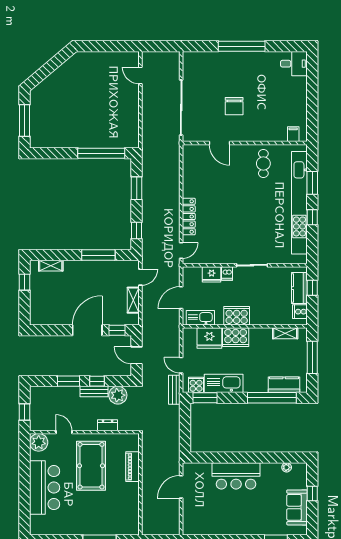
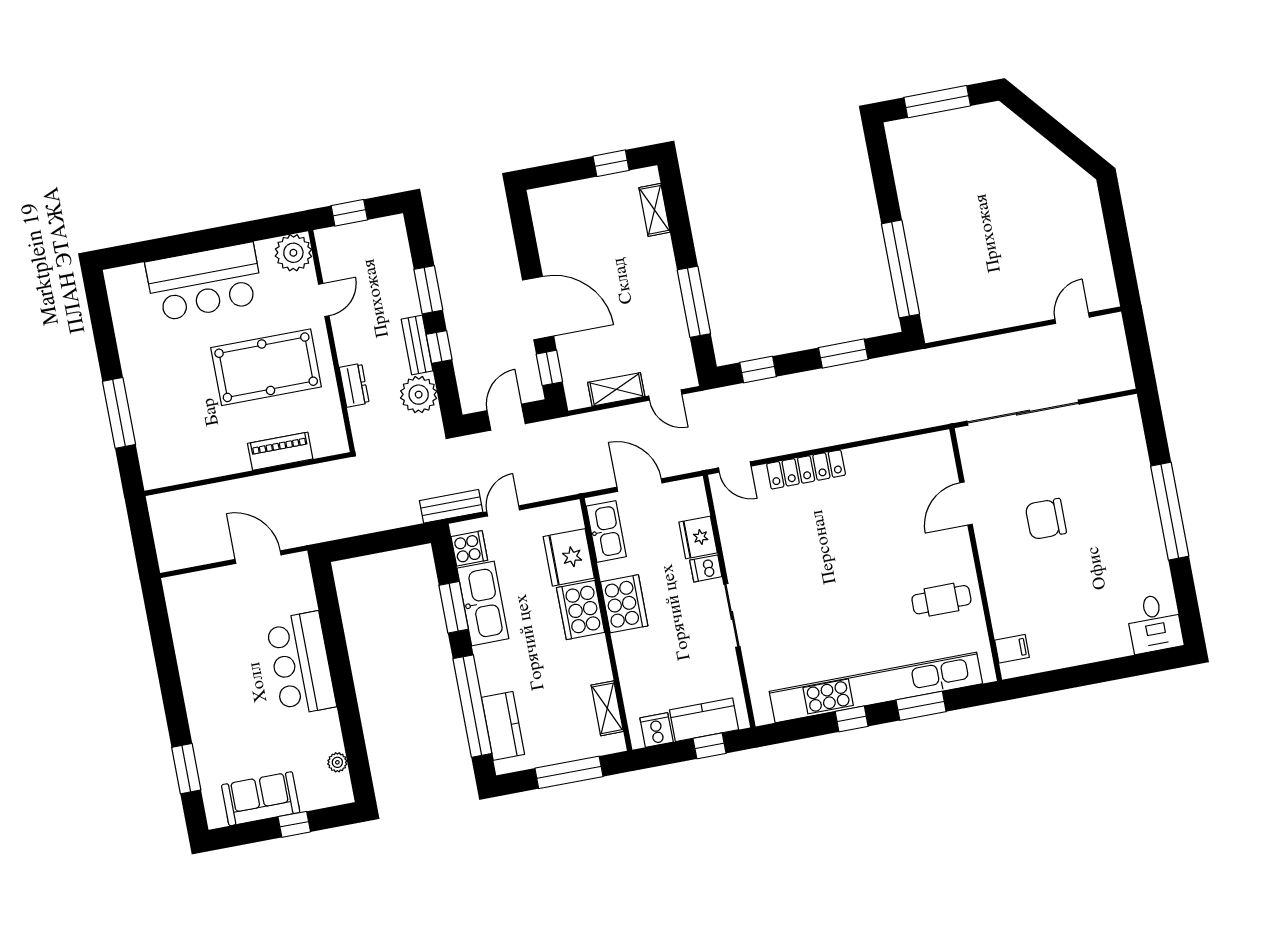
window: (205, 398) -> (454, 607), moved

